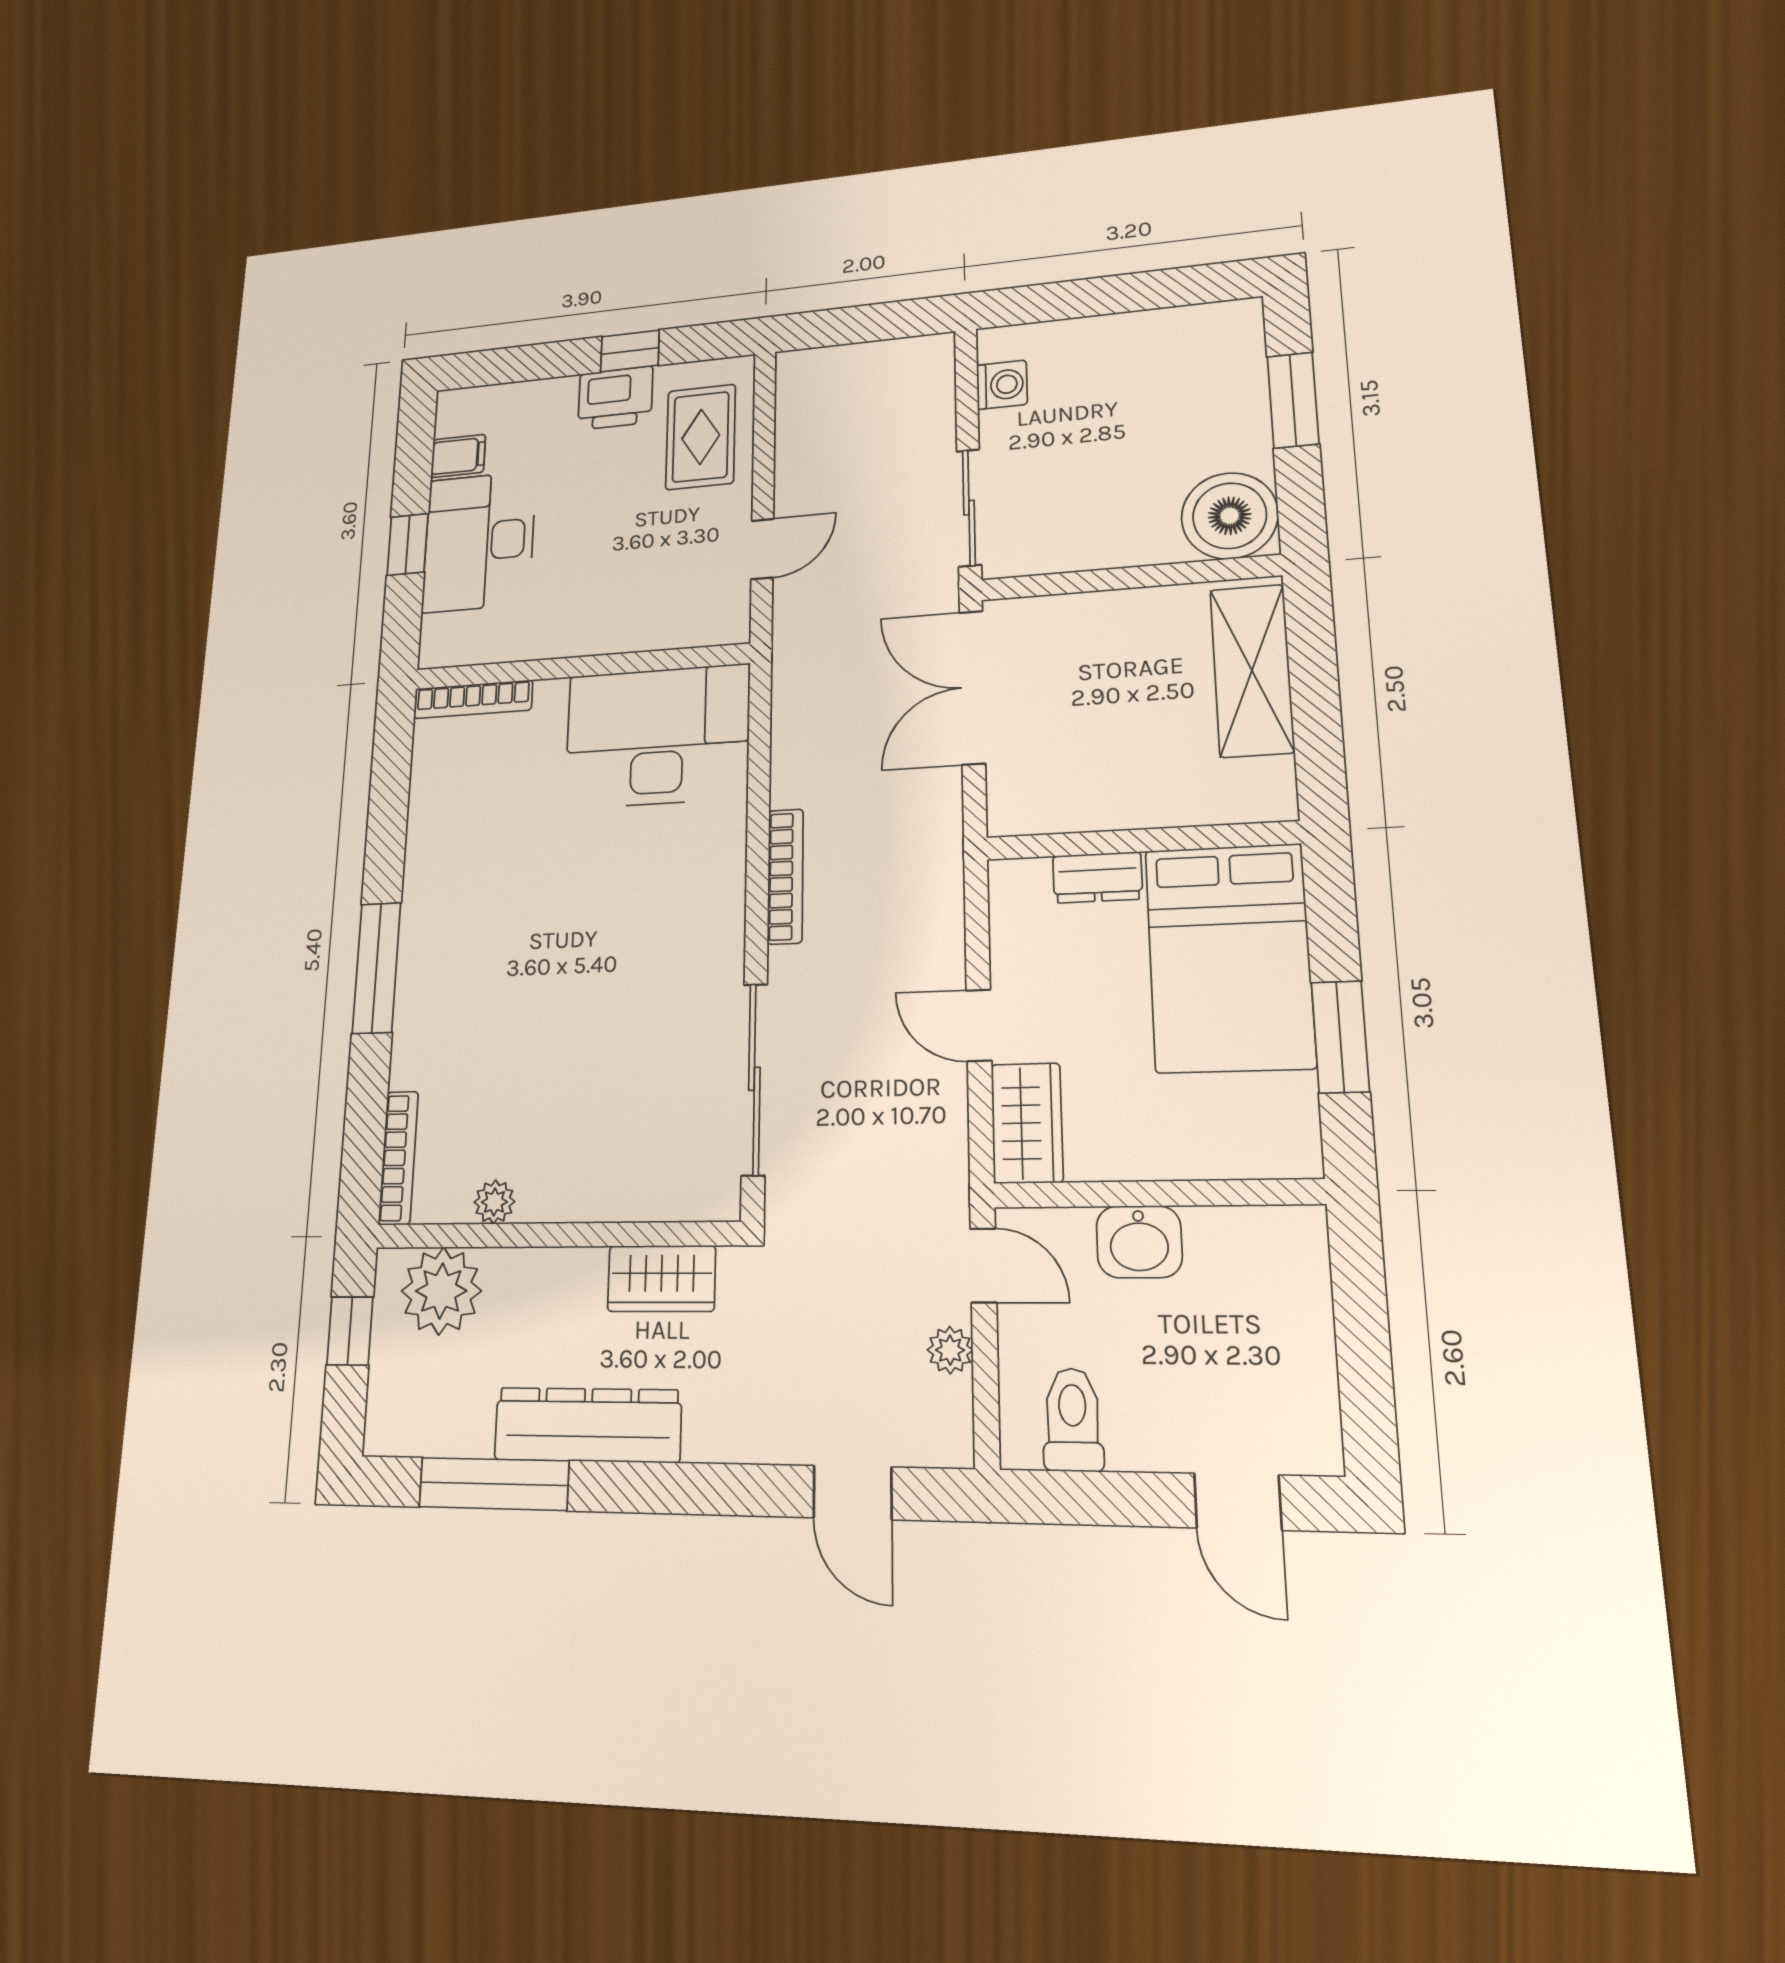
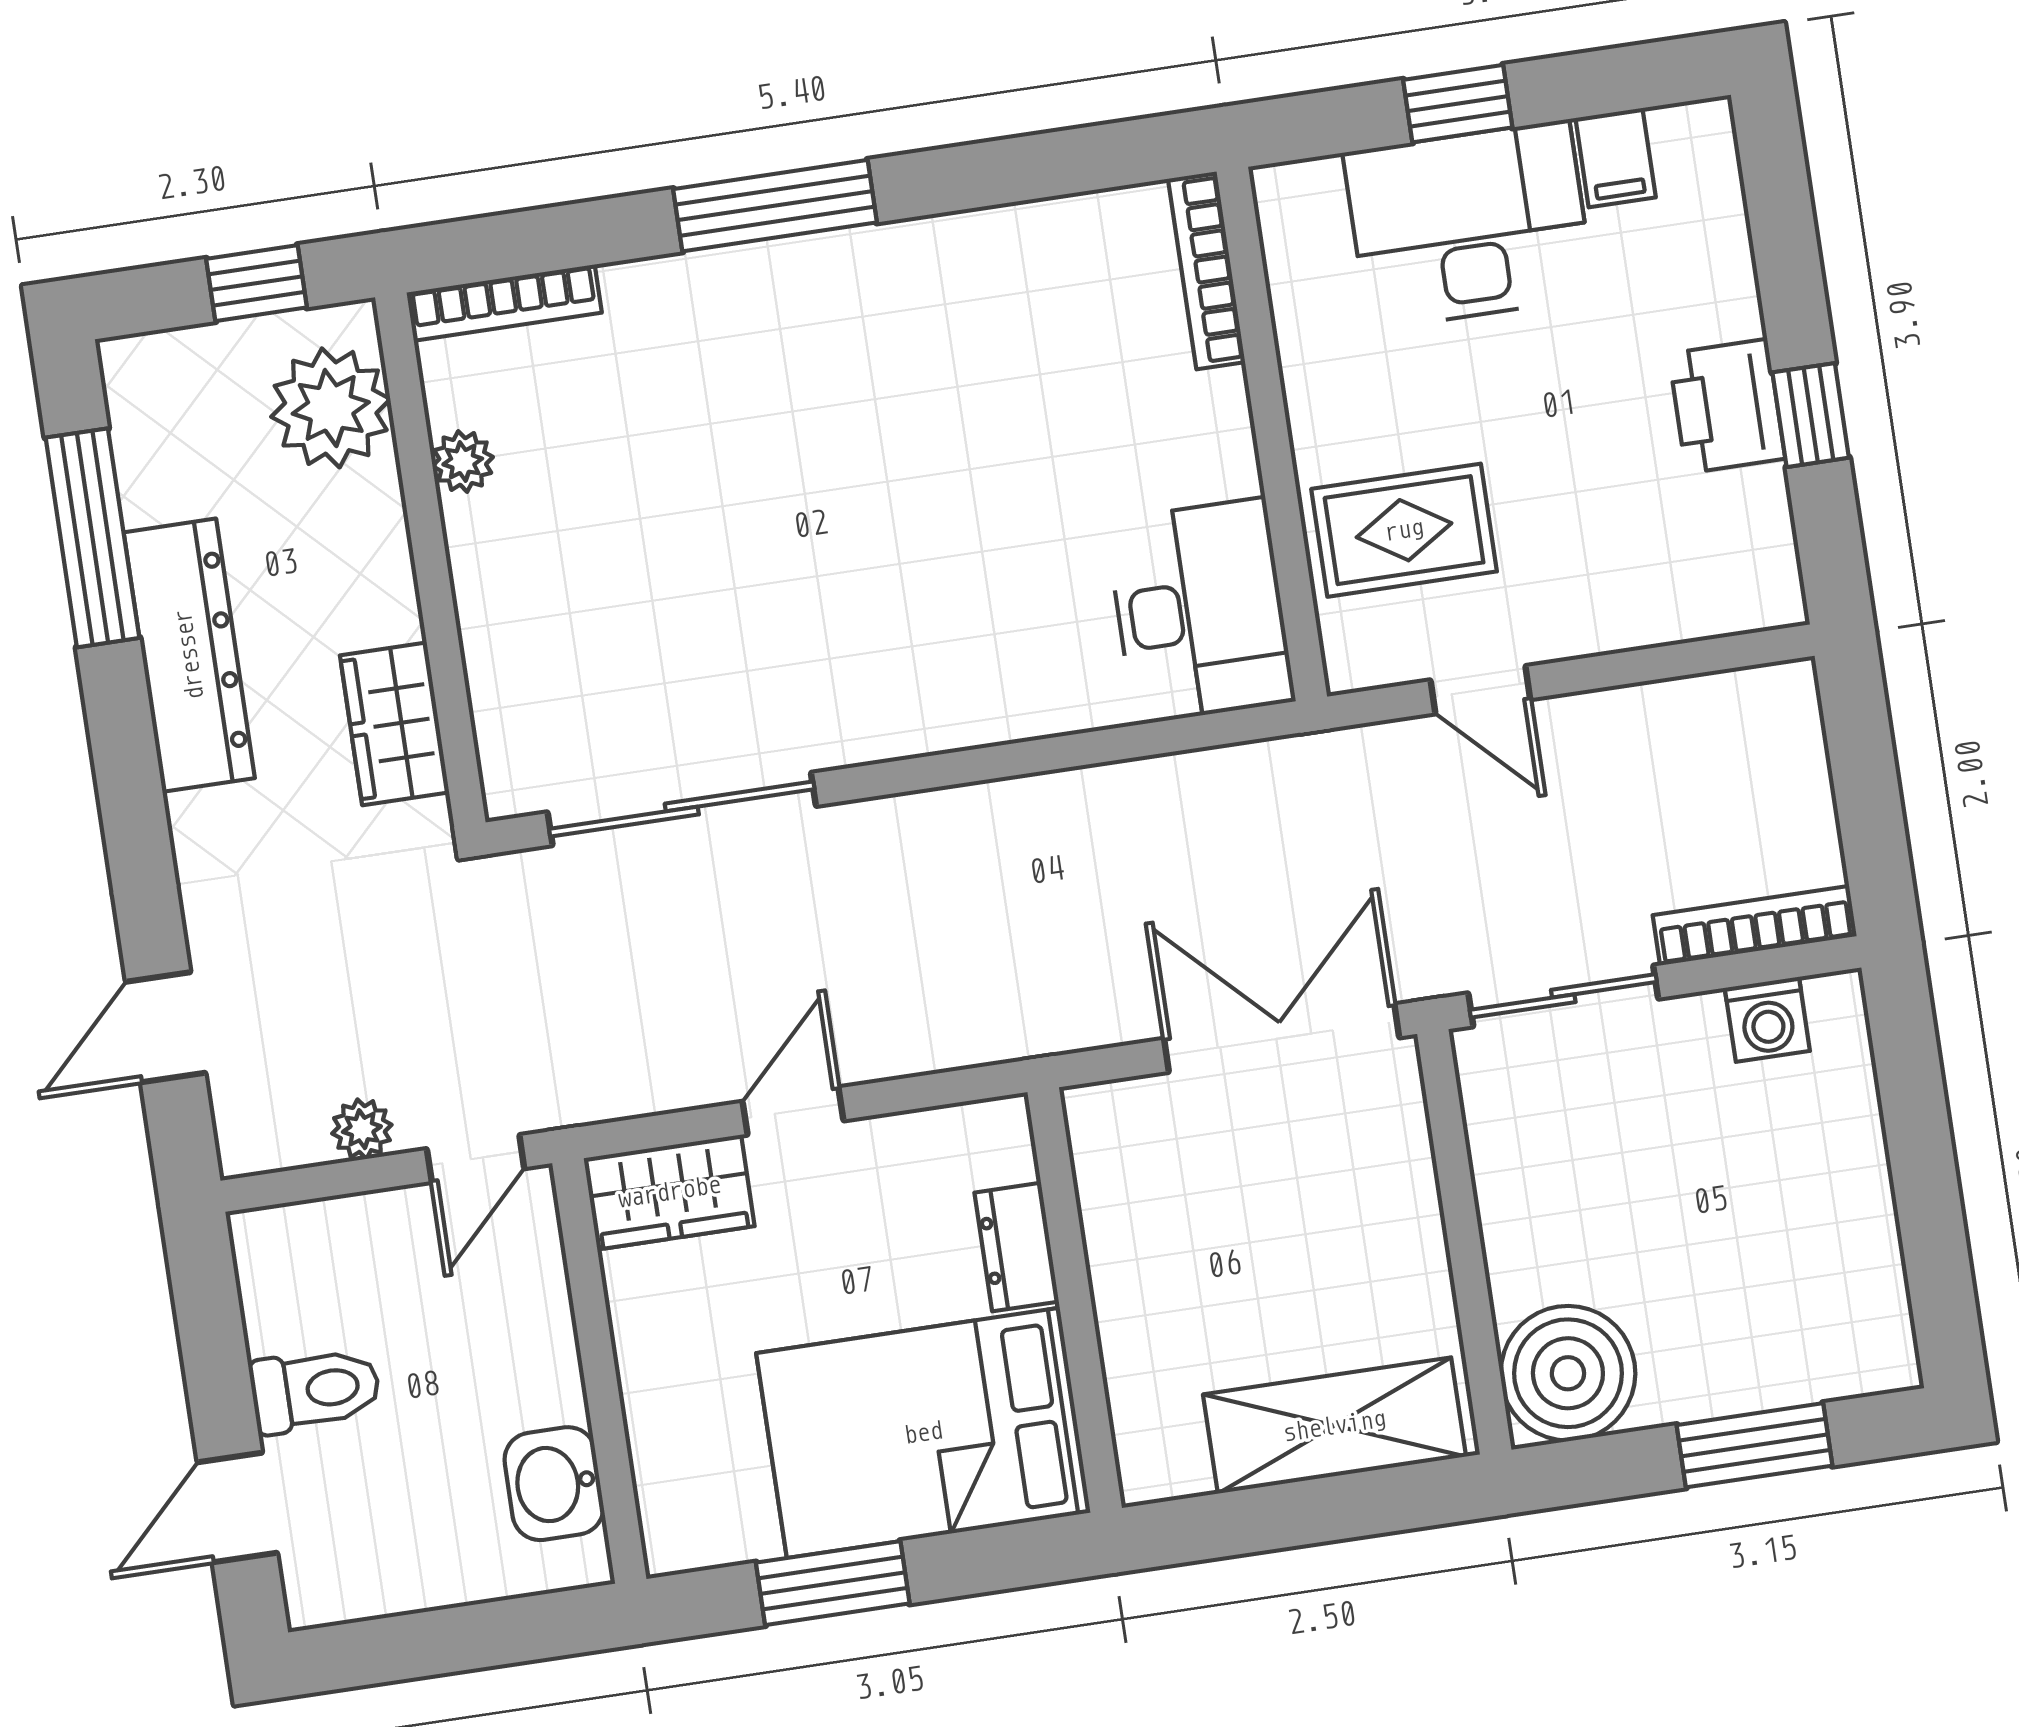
rug: (701, 437) -> (1404, 530), moved
desk: (657, 736) -> (1200, 611), width x0.73, depth x0.77
bookcase: (785, 876) -> (1755, 926), moved, turned 180
washbasin: (1139, 1242) -> (554, 1484), moved
toilet: (1073, 1420) -> (315, 1390), moved

